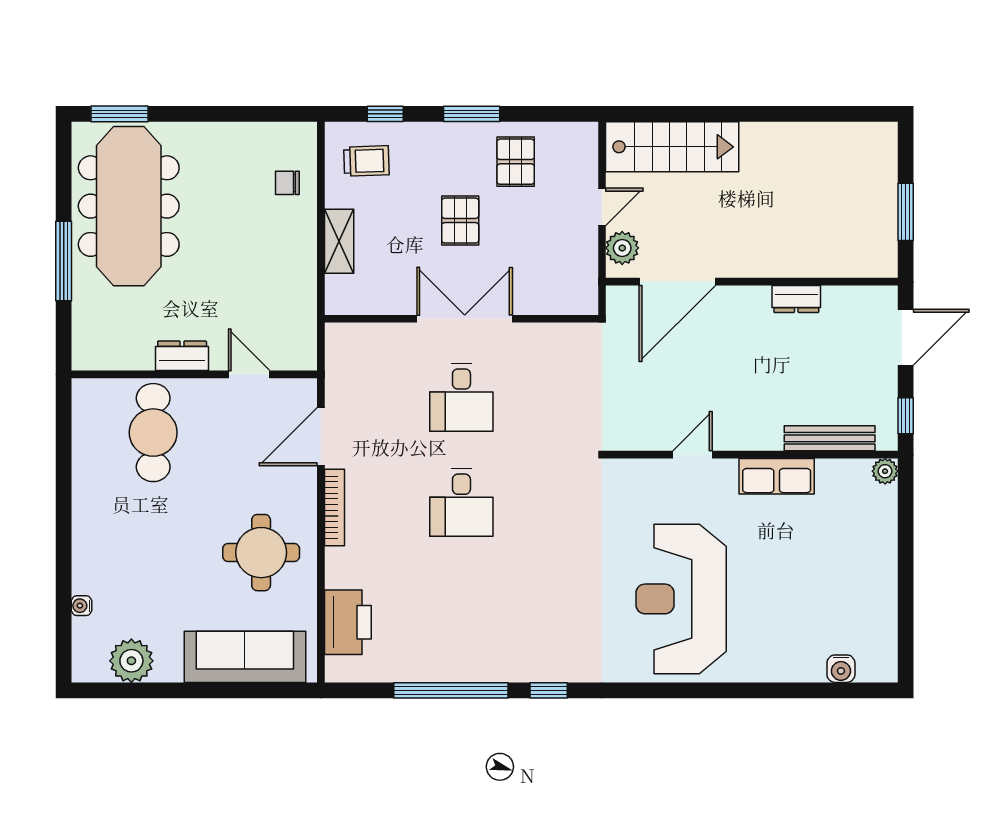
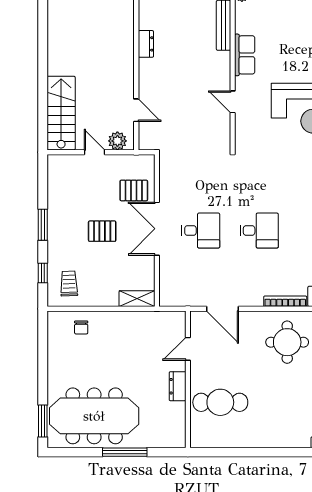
pallet: (516, 162) -> (134, 190), moved
shelving: (339, 241) -> (137, 299), moved
door: (677, 282) -> (136, 110), width x0.53
bookcase: (334, 507) -> (285, 301), moved

